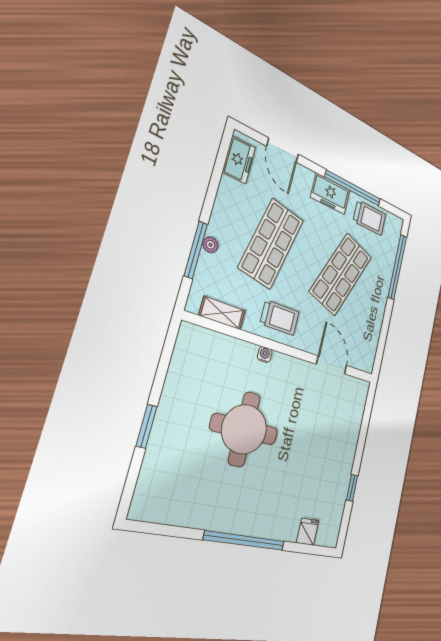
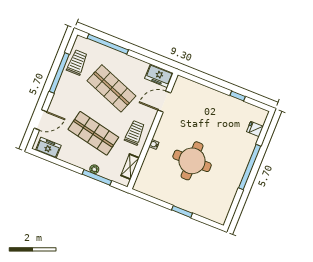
freezer: (330, 194) -> (159, 76), moved, turned 90

